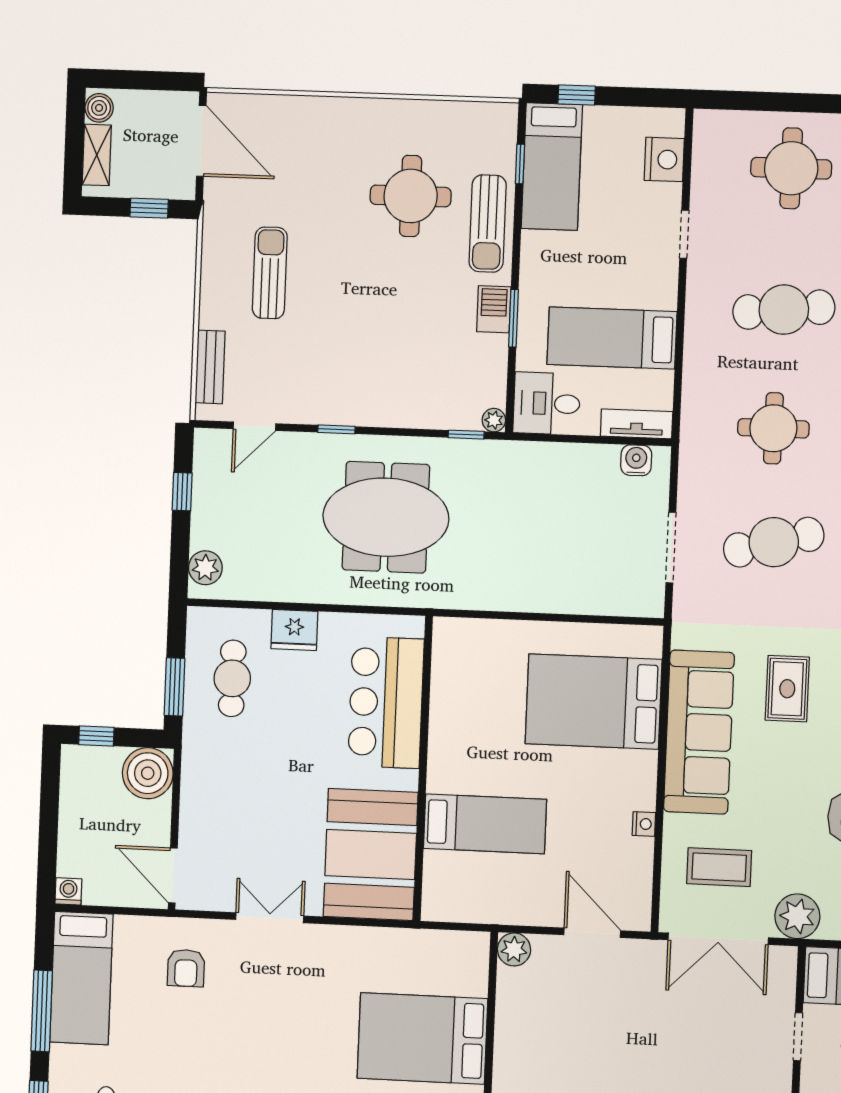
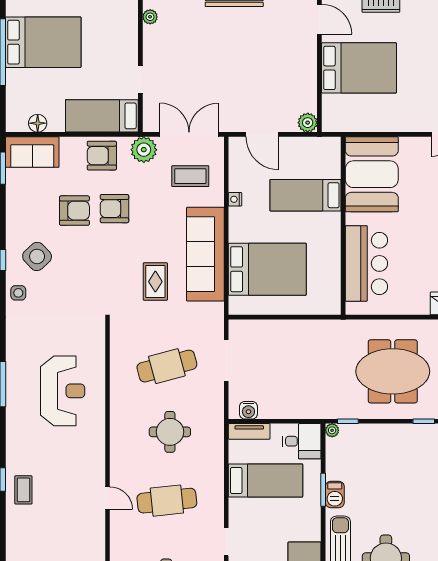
bar counter: (386, 702) -> (366, 263), moved
wall: (423, 769) -> (343, 226), moved
bed: (485, 824) -> (306, 195), moved
booth: (371, 854) -> (372, 174), moved

